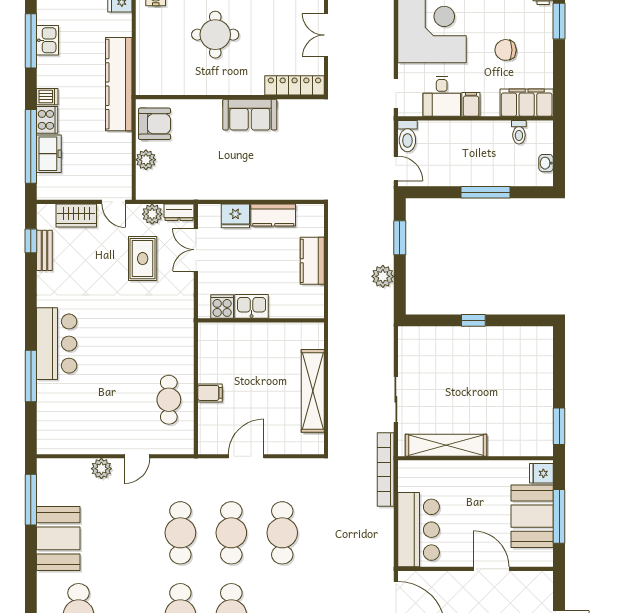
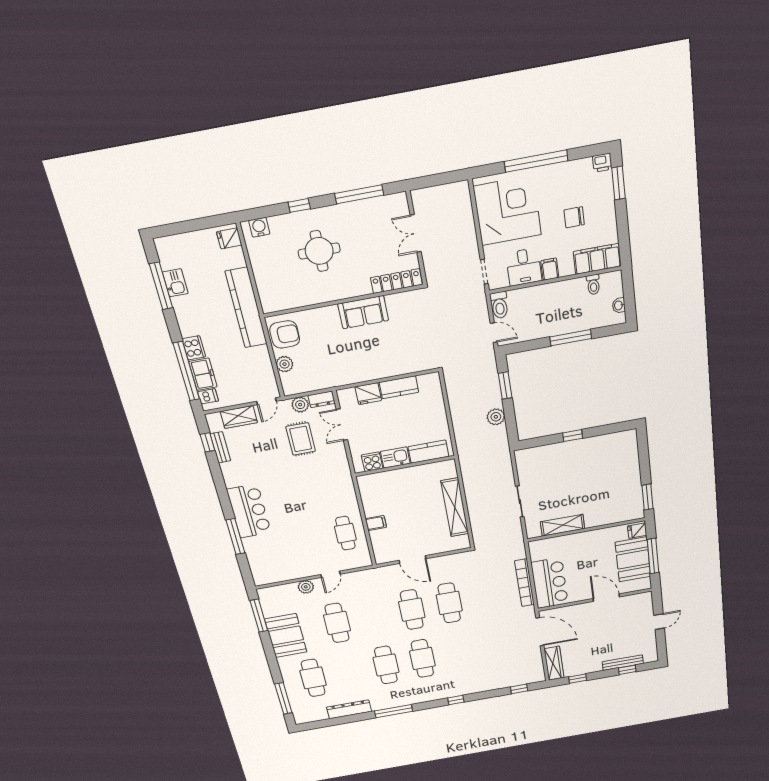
dishwasher: (47, 97) -> (208, 396), moved
door: (114, 202) -> (266, 401), hinge flipped
kitchen counter: (312, 261) -> (428, 452), moved, turned 90
shelving: (446, 445) -> (563, 525), width x0.68
door: (246, 456) -> (413, 560), swing flipped
bookcase: (386, 470) -> (524, 583), moved
cafe table: (180, 533) -> (337, 623), moved

